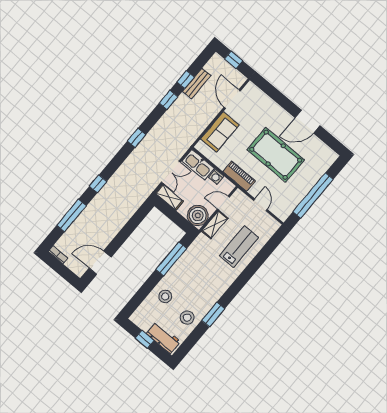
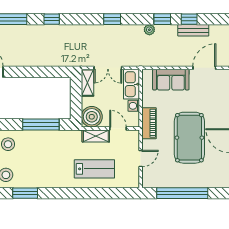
plant: (168, 116) -> (149, 30), added

